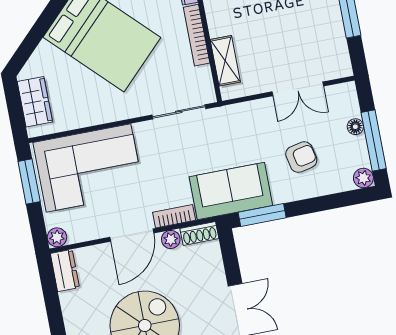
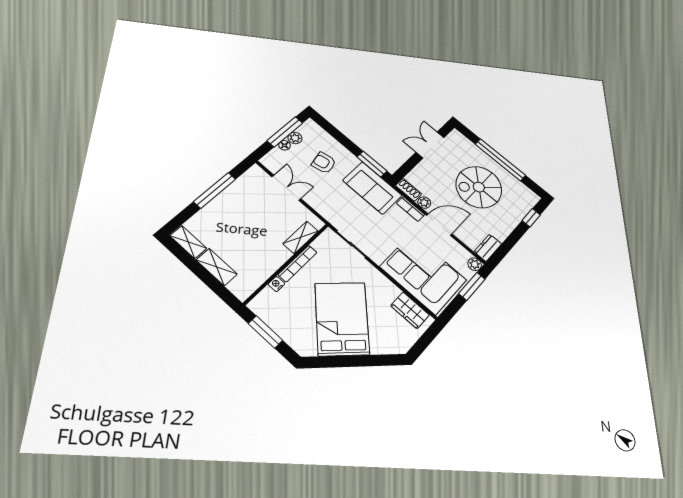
wardrobe: (35, 102) -> (410, 310), moved, turned -90
plant: (363, 178) -> (295, 138), moved
window: (29, 182) -> (472, 286), moved

